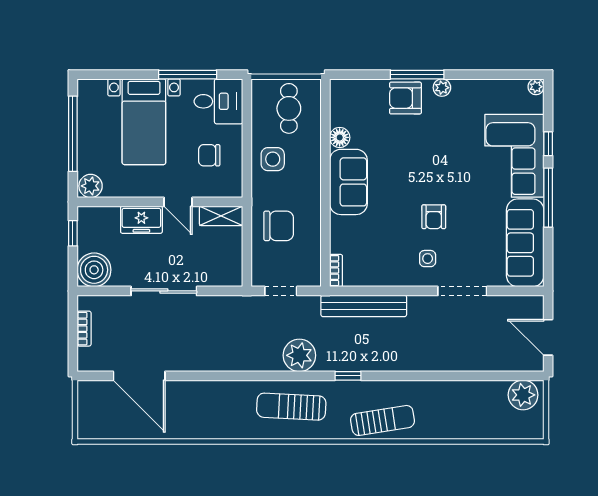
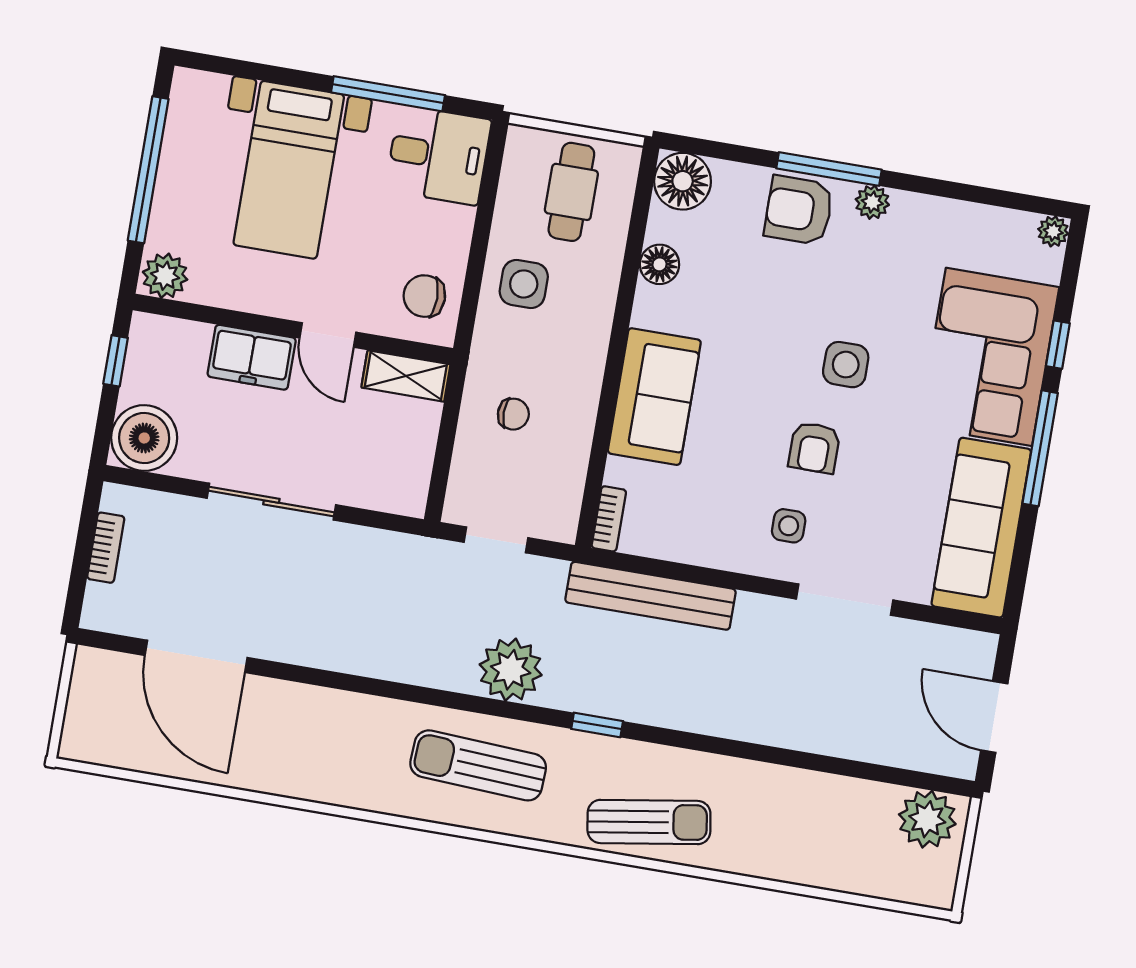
floor lamp: (344, 93) -> (683, 181), added
chair: (209, 155) -> (424, 296), moved
side table: (442, 172) -> (846, 365), added
sofa: (348, 182) -> (654, 397), moved
chair: (279, 226) -> (513, 414), width x0.54, depth x0.54

